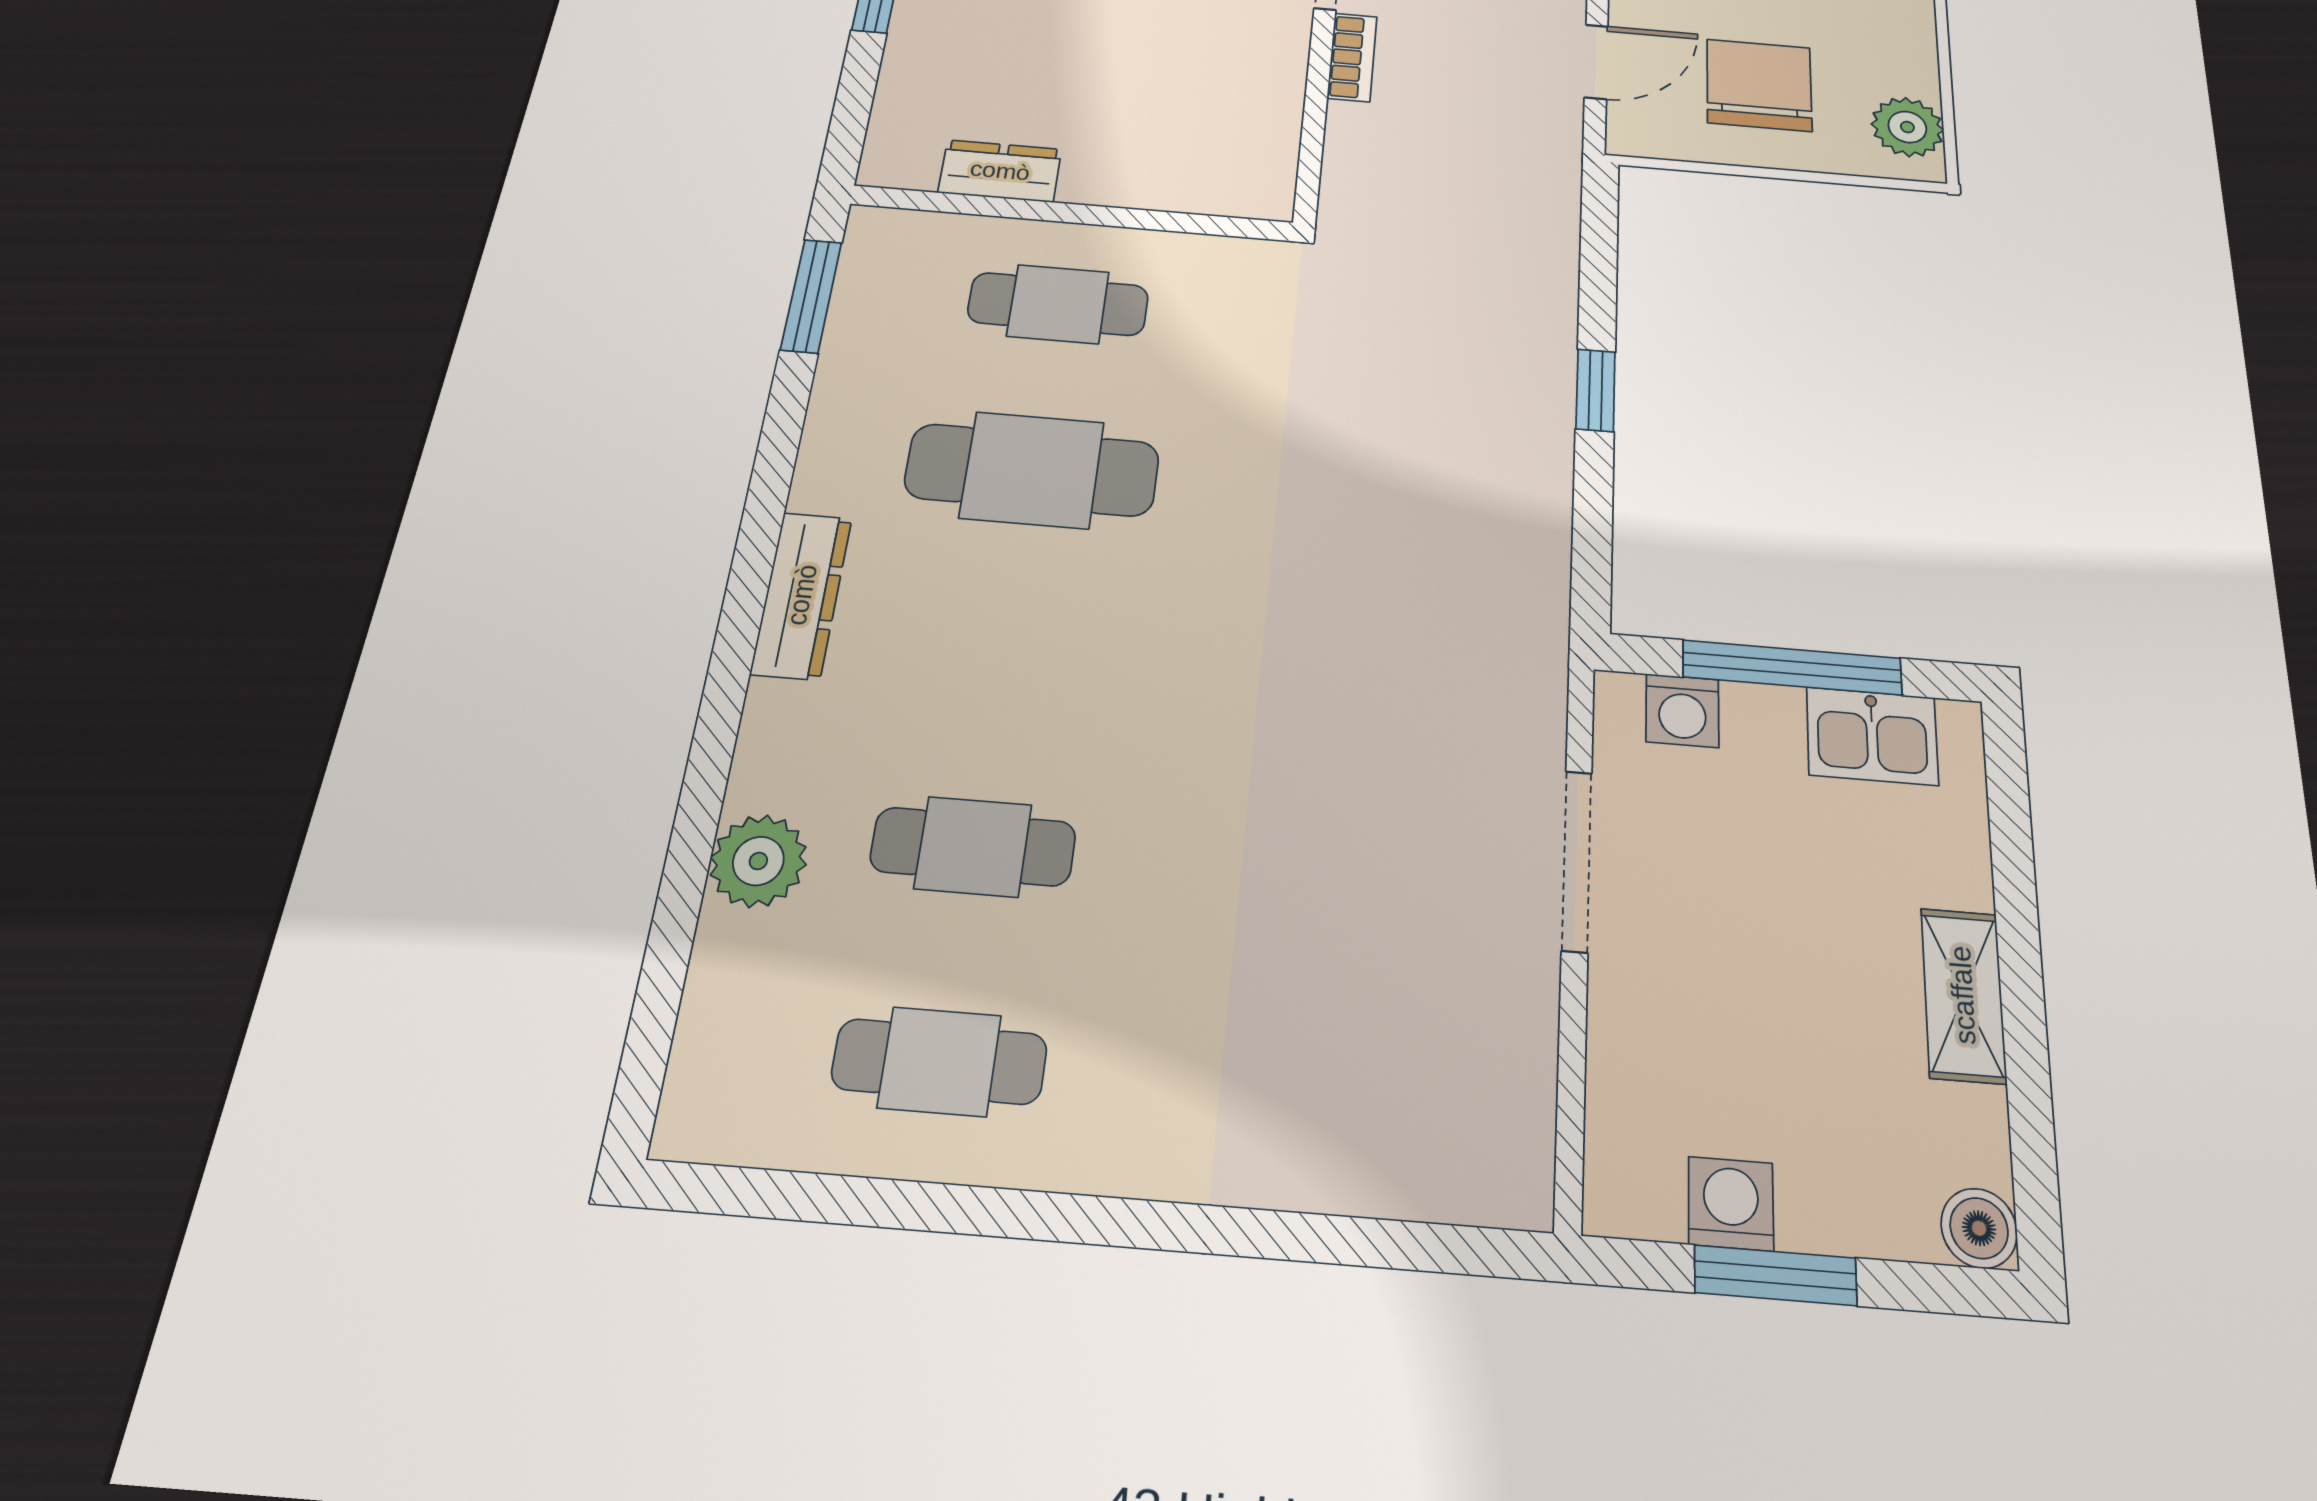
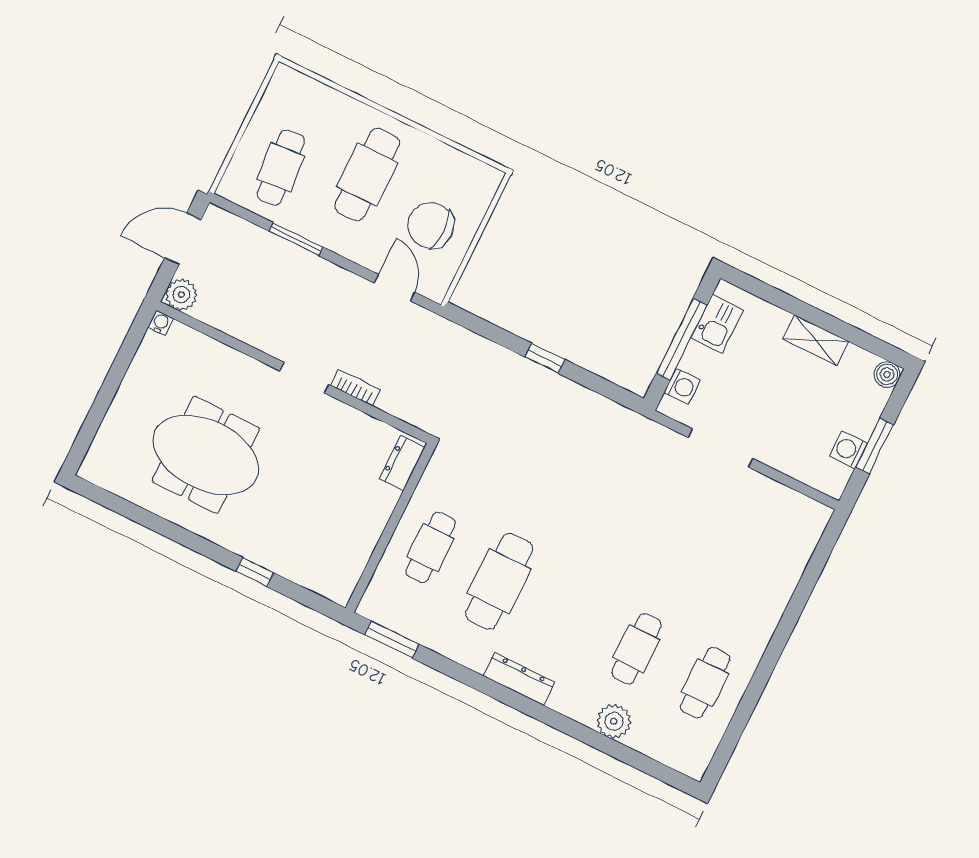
plant: (1907, 127) -> (474, 174), removed
dresser: (1000, 171) -> (402, 463), moved

